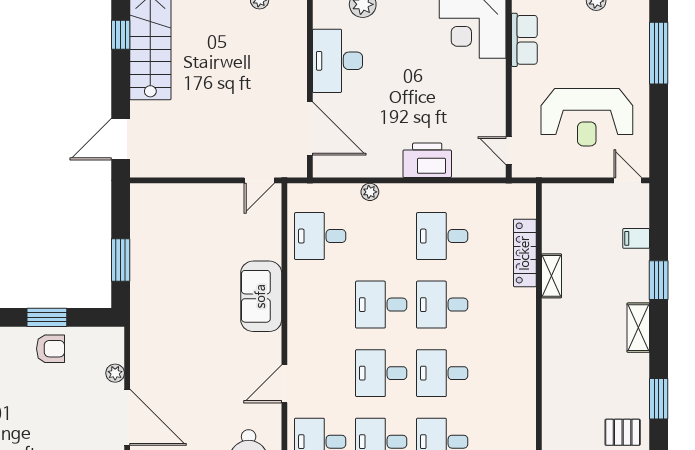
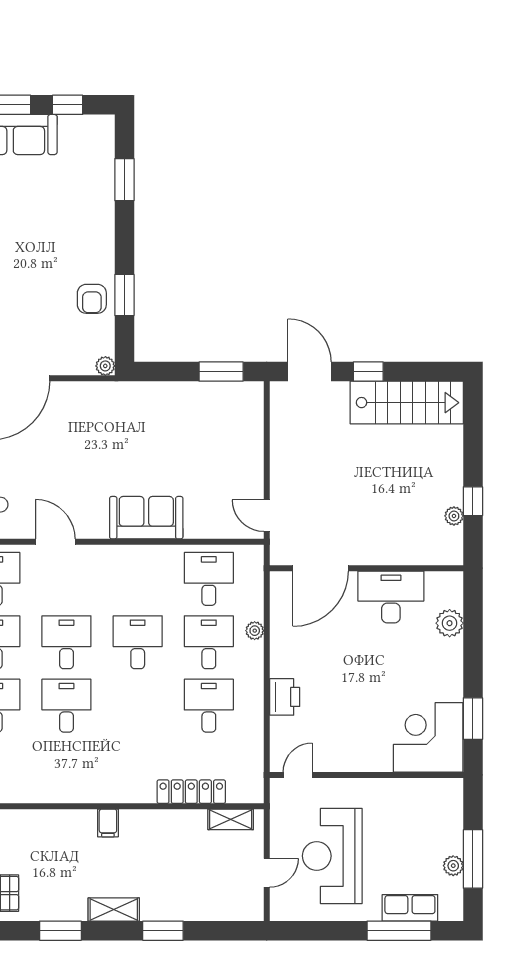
window: (121, 35) -> (368, 372), moved
row of seats: (524, 40) -> (410, 908), moved, turned 180
printer: (427, 160) -> (285, 697), width x0.73, depth x0.84
door: (628, 180) -> (267, 873), moved
filing cabinet: (636, 238) -> (108, 823), moved, turned 180
window: (121, 260) -> (221, 372), moved
shelving: (552, 276) -> (231, 819), moved
desk: (442, 305) -> (209, 642), moved
plant: (115, 373) -> (105, 366), moved
window: (659, 399) -> (60, 931), moved

